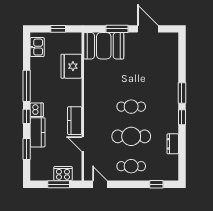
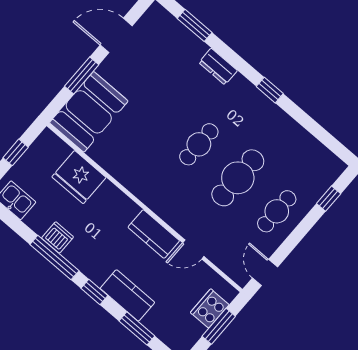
window: (182, 93) -> (195, 25), moved
dishwasher: (37, 110) -> (58, 237), moved
dresser: (173, 144) -> (218, 67), moved
door: (100, 184) -> (265, 272), hinge flipped

